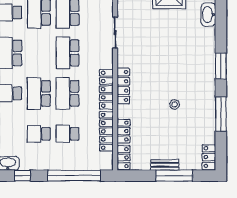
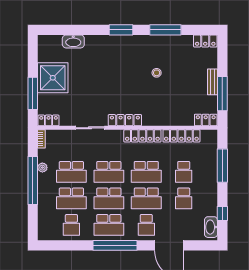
school desk: (39, 53) -> (109, 198), added
locker: (123, 86) -> (125, 120), moved
locker: (124, 131) -> (181, 120), removed
window: (74, 176) -> (222, 166), width x0.68
window: (174, 176) -> (222, 94), moved

